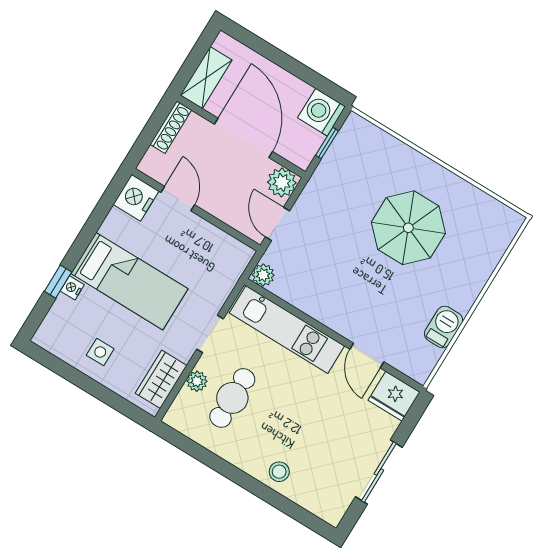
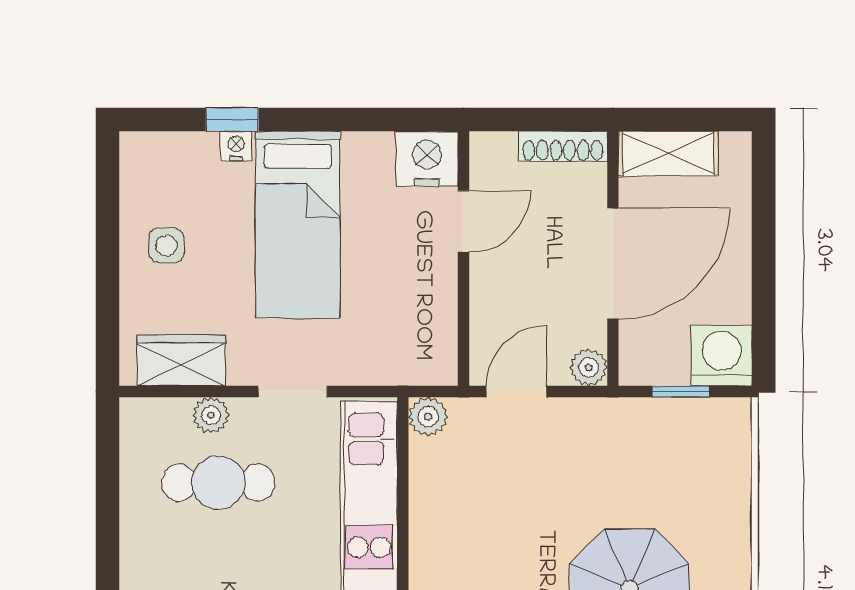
plant: (282, 182) -> (589, 367), width x0.73, depth x0.73

